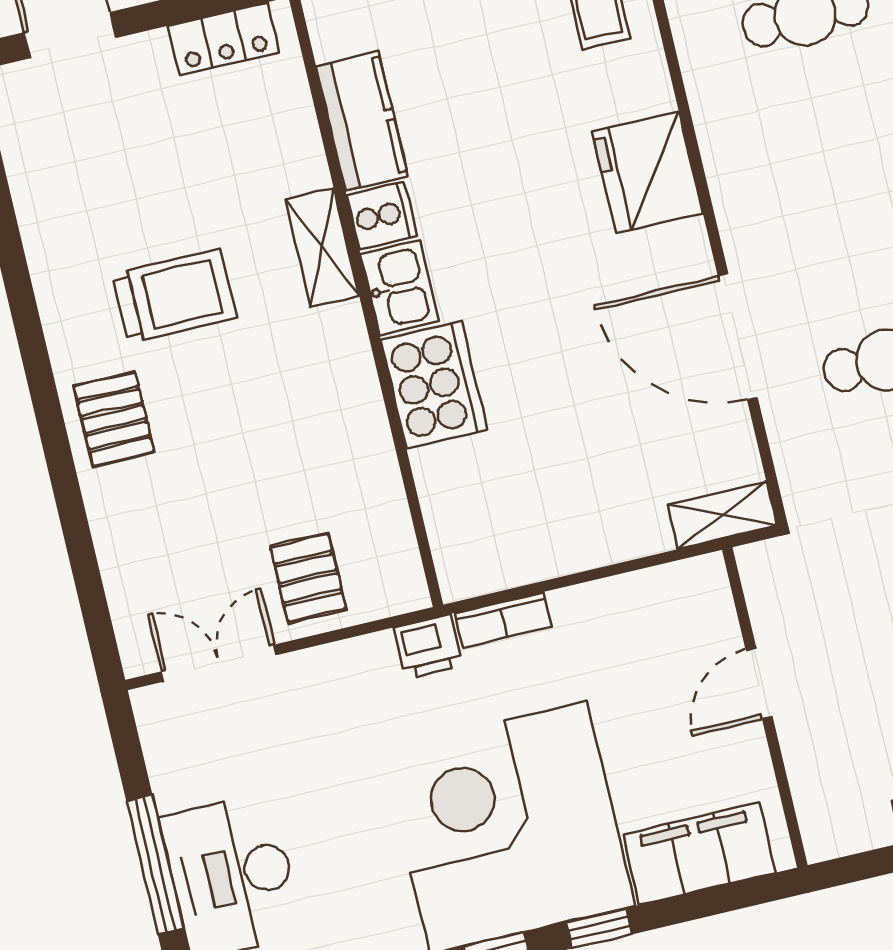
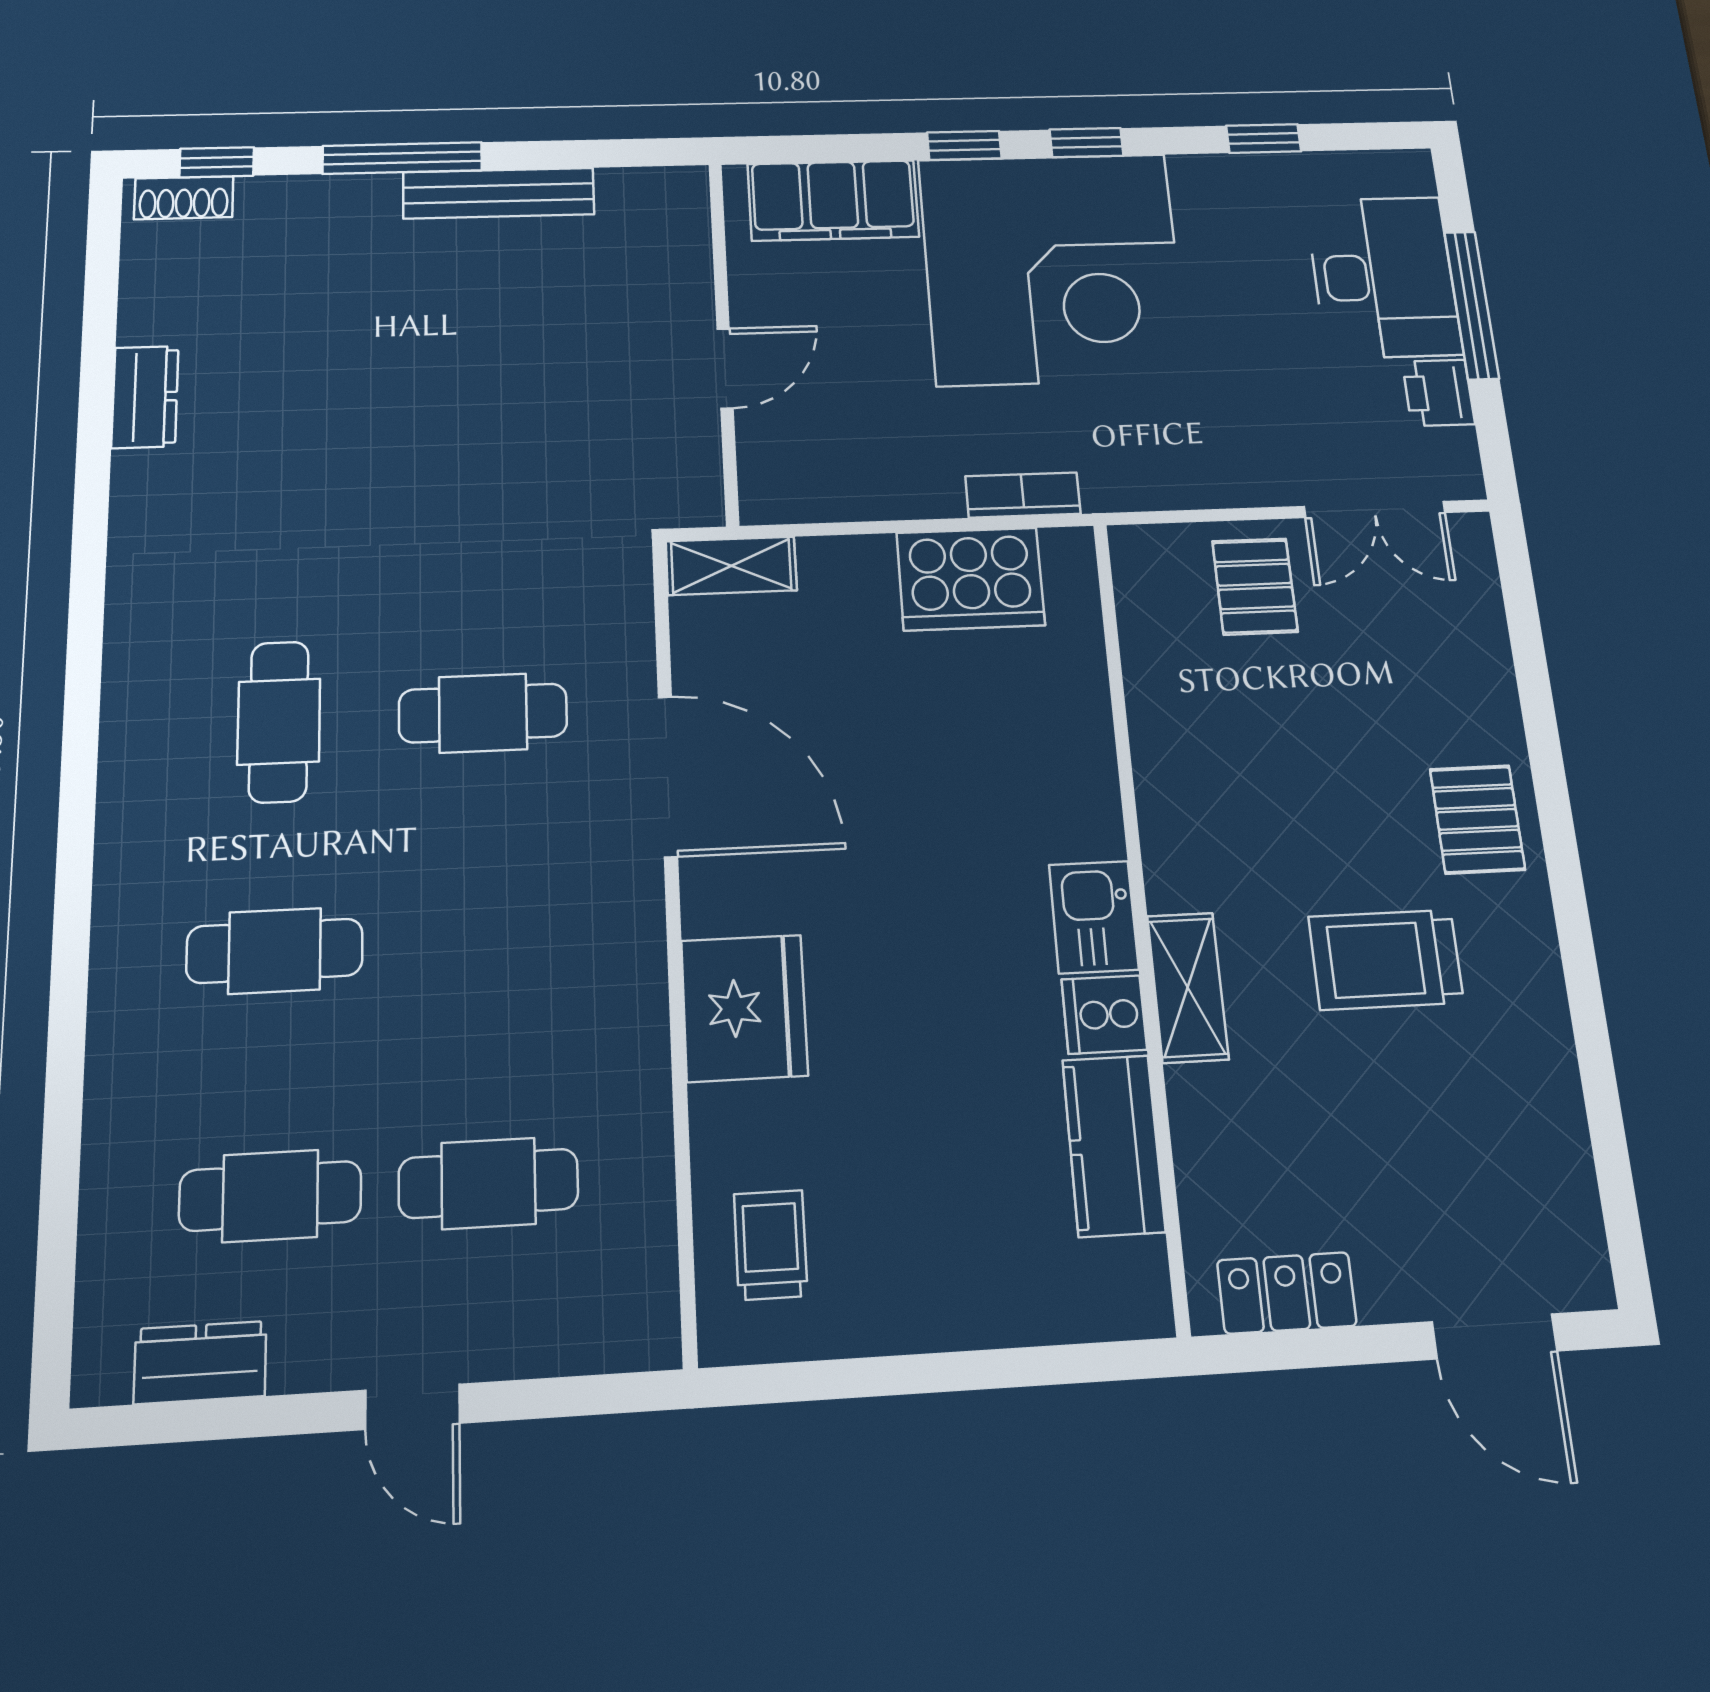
cooker: (434, 385) -> (970, 579), moved, turned -90
printer: (428, 647) -> (1438, 393), moved, turned -90

